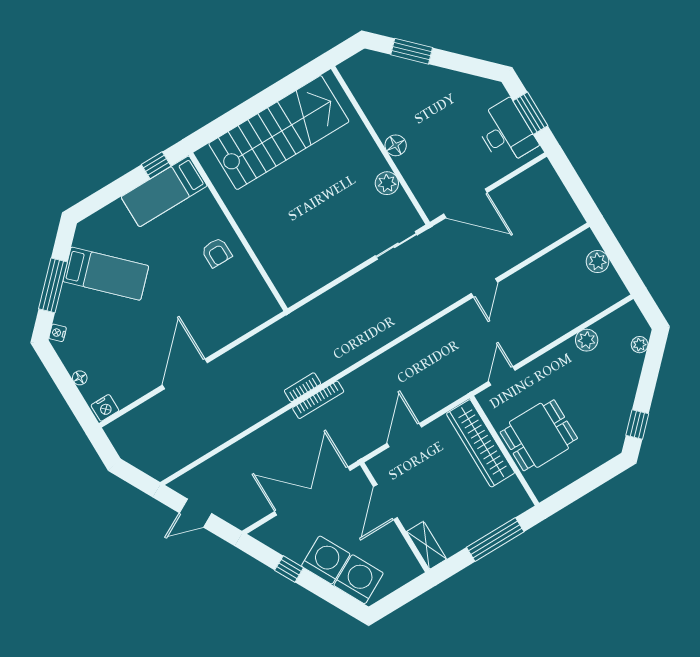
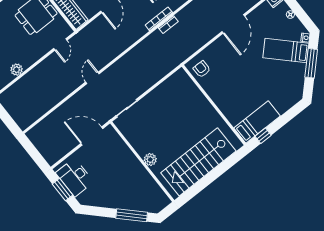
window: (412, 51) -> (132, 215), width x1.44
floor lamp: (396, 145) -> (134, 163), removed
plant: (387, 183) -> (150, 160), moved
armchair: (217, 253) -> (202, 69), moved
plant: (598, 262) -> (16, 113), removed
bed: (106, 274) -> (286, 51), moved
door: (484, 288) -> (92, 78), moved

